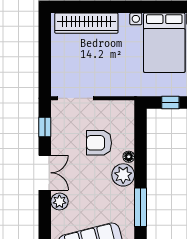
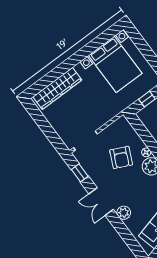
armchair: (99, 143) -> (121, 157), turned -65
double door: (45, 173) -> (101, 202), swing flipped

